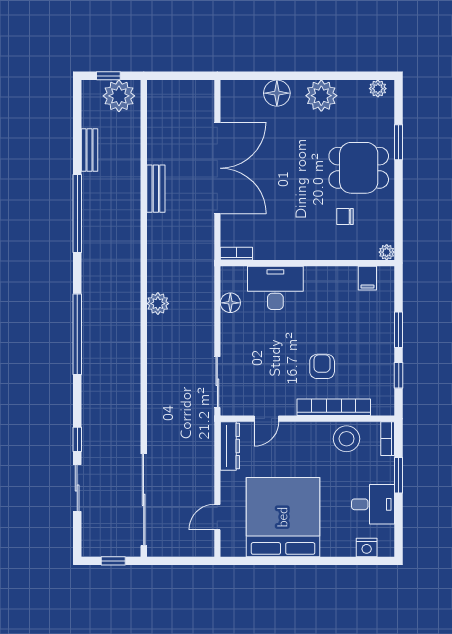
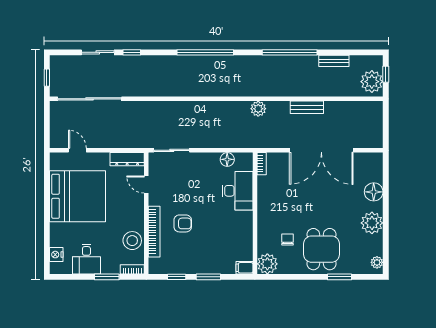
plant: (387, 252) -> (267, 264), width x1.87, depth x1.87
filing cabinet: (367, 278) -> (244, 268), moved
plant: (158, 304) -> (258, 109), moved

